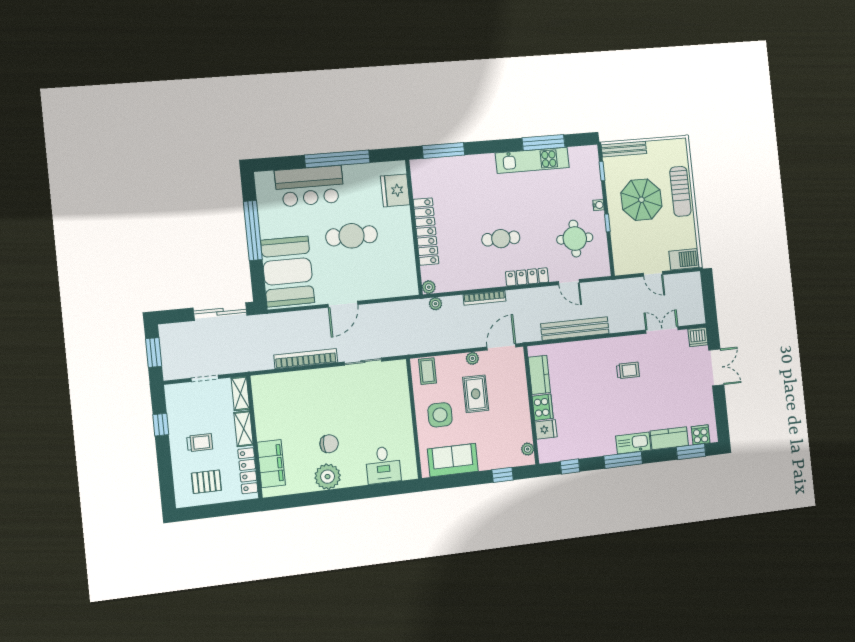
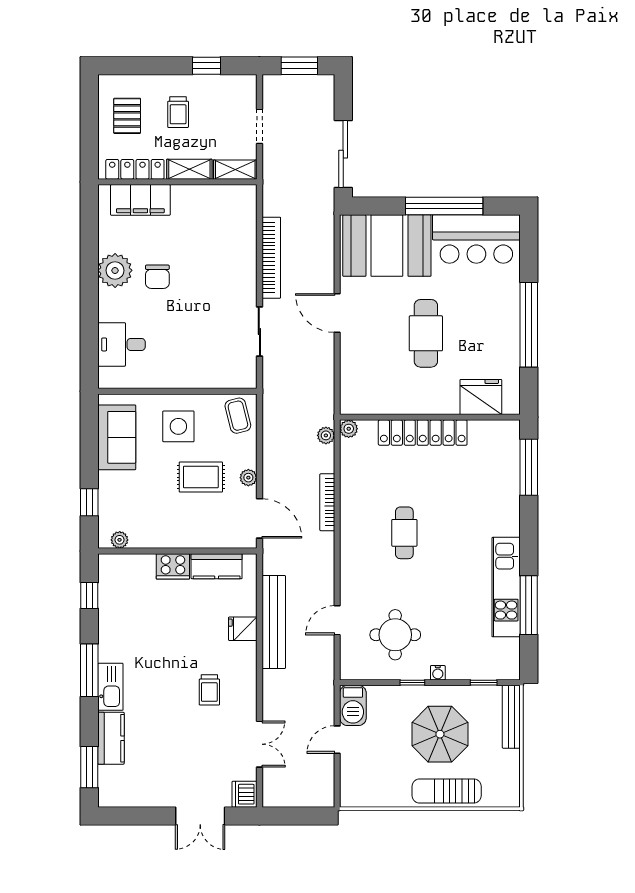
bar counter: (310, 186) -> (476, 239), moved, turned -90
barbecue: (684, 259) -> (353, 705), moved
locker: (527, 277) -> (350, 563), removed
coffee table: (428, 371) -> (238, 416), turned 76
fridge: (546, 429) -> (243, 629), moved, turned 90
cooker: (701, 435) -> (111, 783), removed

